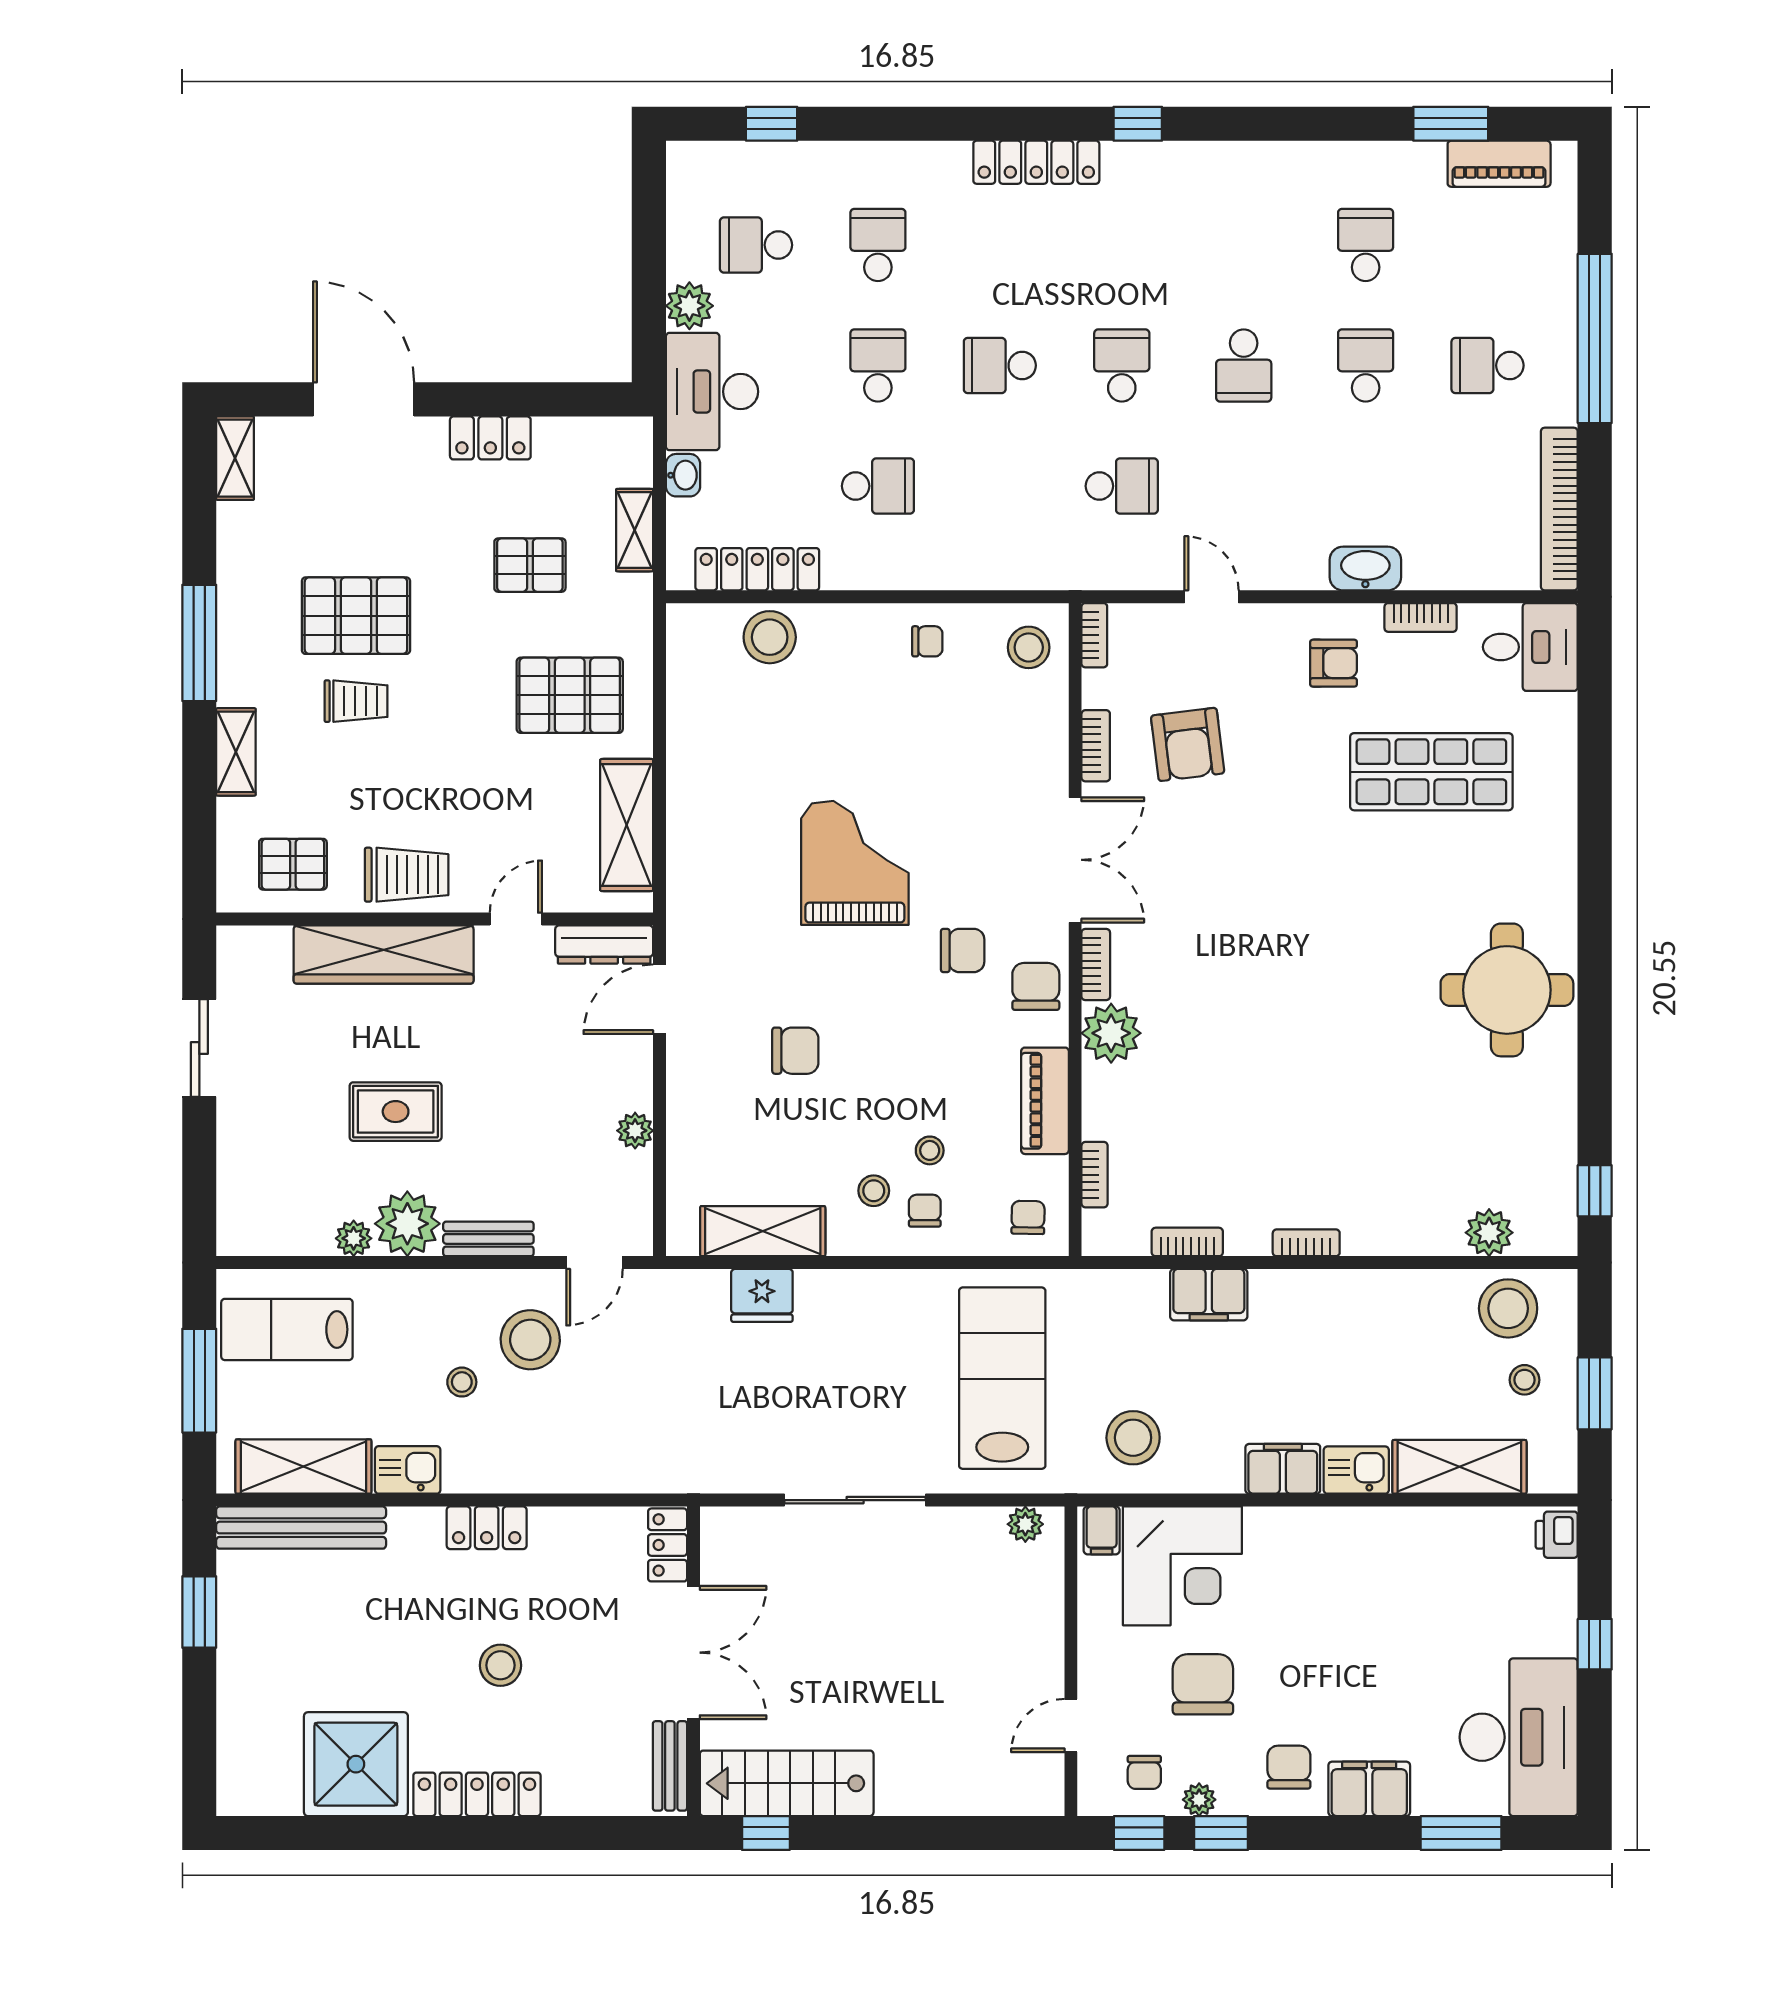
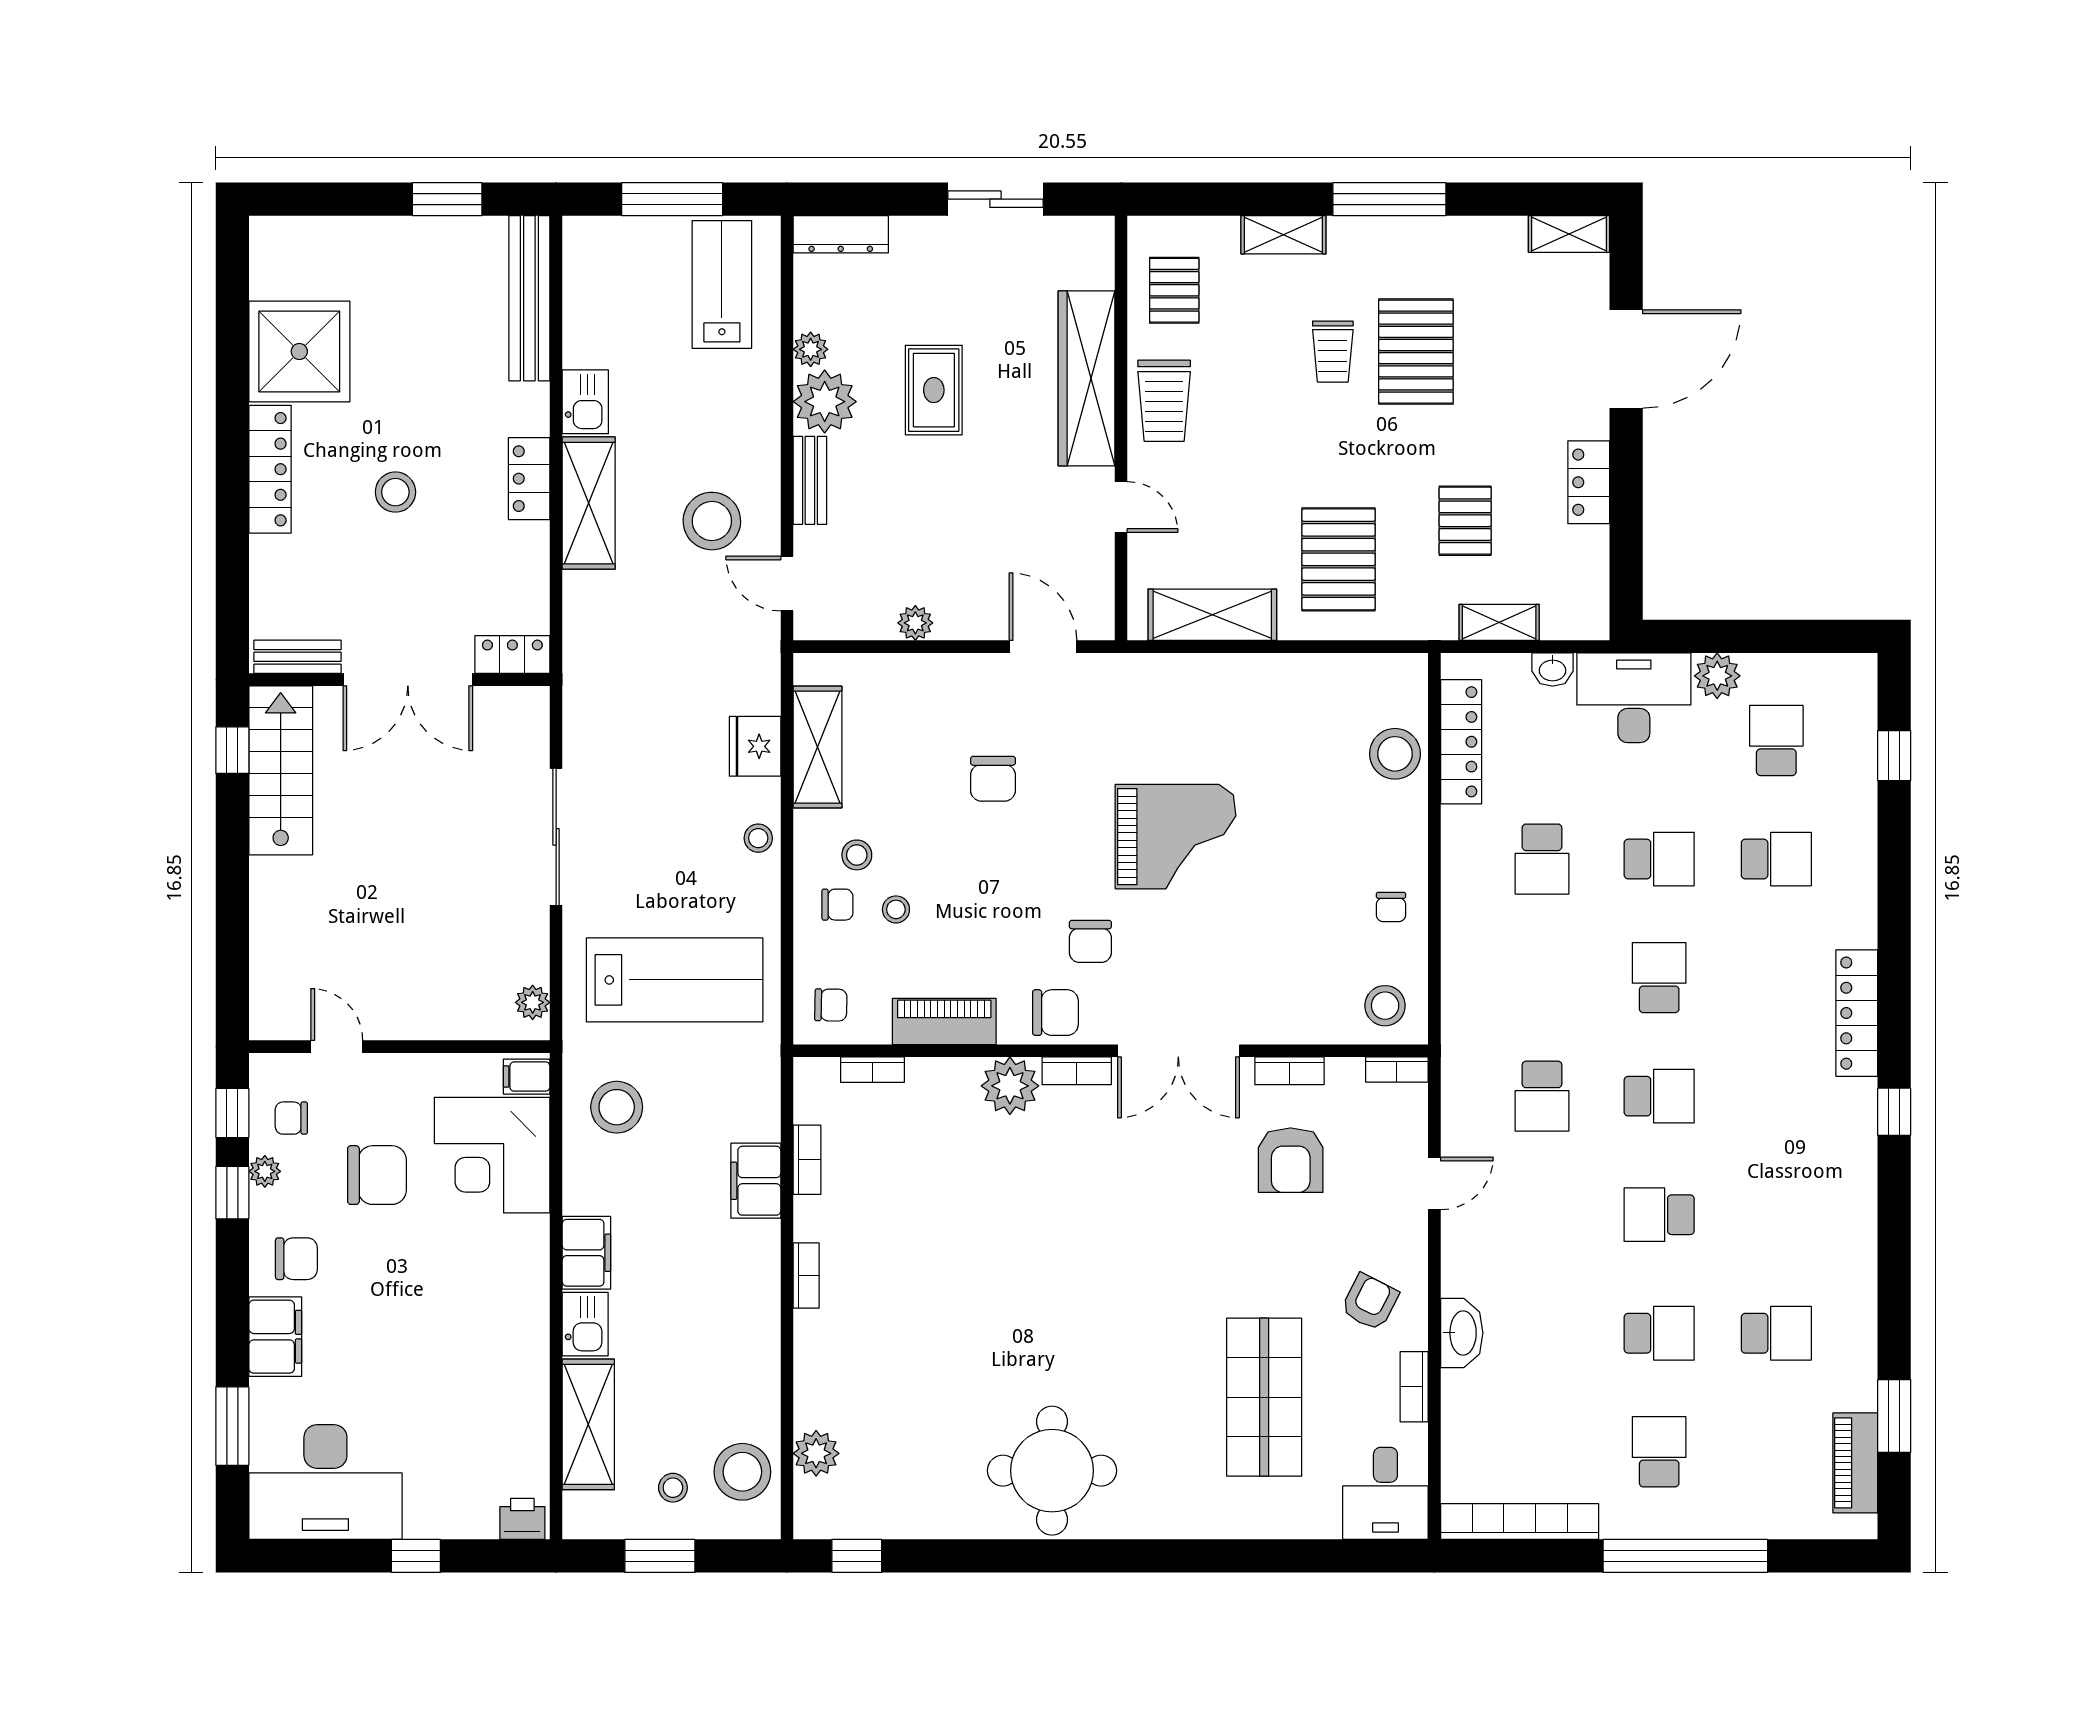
armchair: (1334, 663) -> (1370, 1302), turned -153
armchair: (1188, 744) -> (1291, 1160), turned -83
dresser: (604, 945) -> (841, 234), moved, turned -90
stool: (462, 1382) -> (758, 838), moved
shelving: (303, 1467) -> (589, 503), moved

